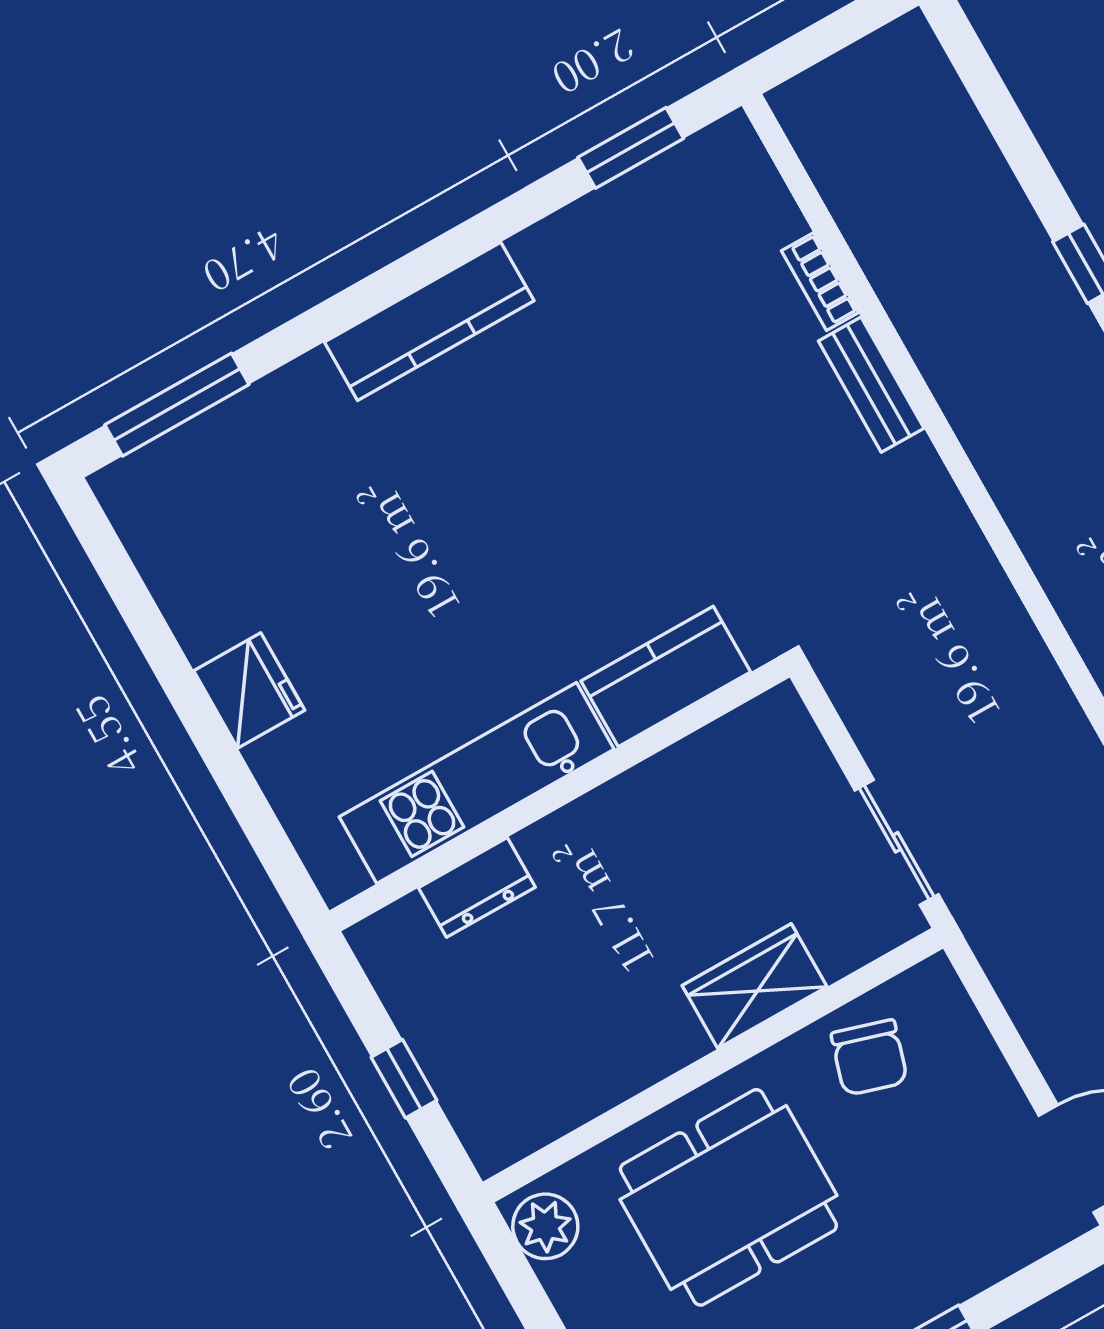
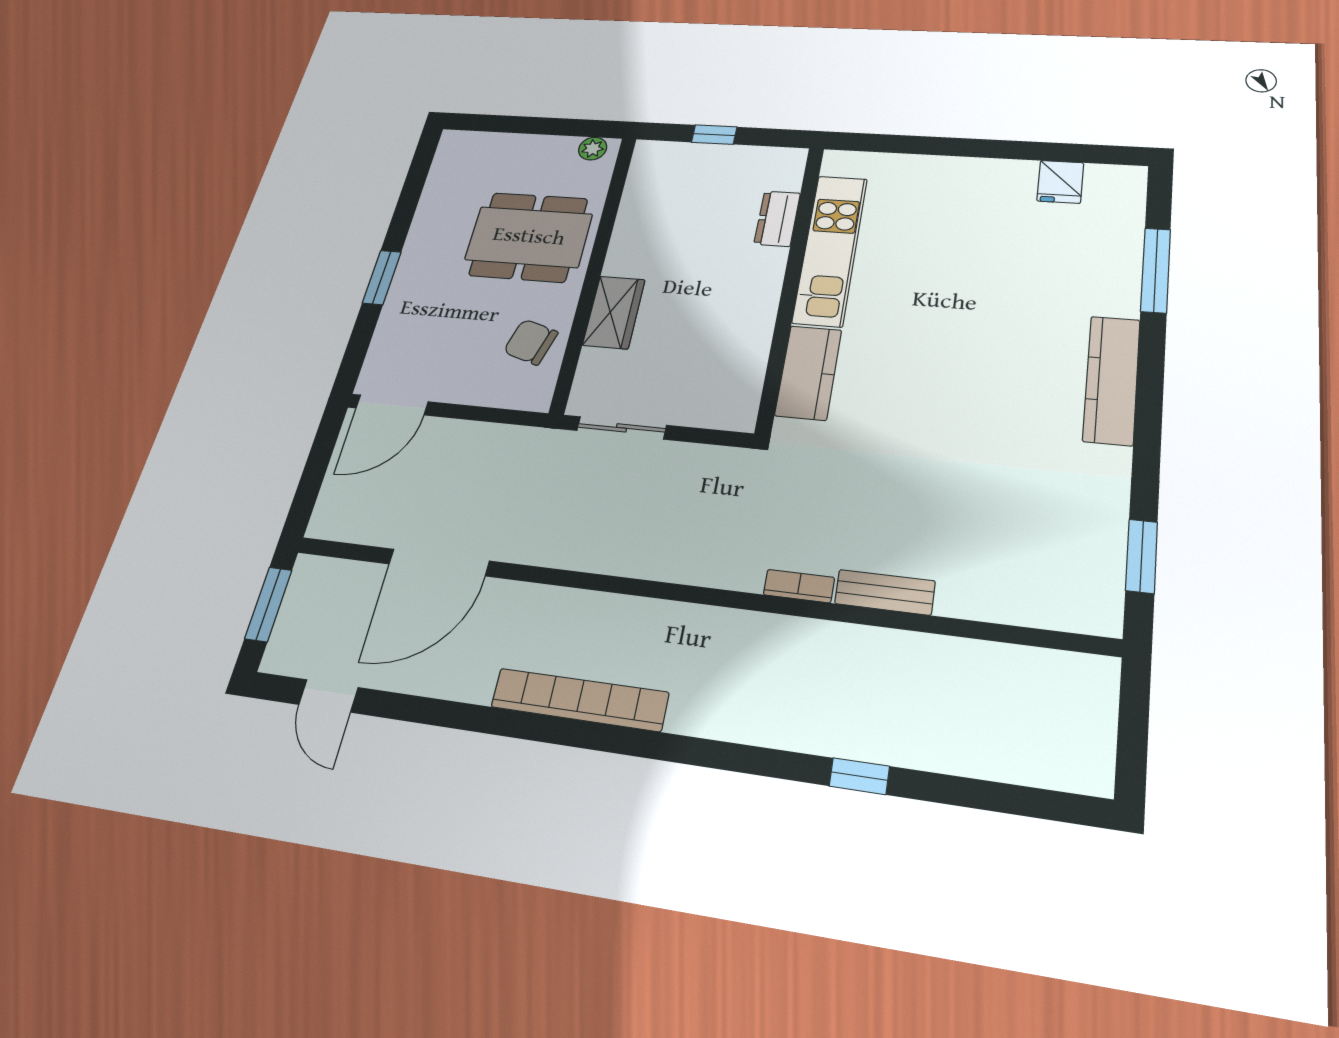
bookcase: (820, 282) -> (799, 586), moved
window: (177, 405) -> (1156, 270), moved
fridge: (249, 691) -> (1060, 182), moved, width x0.72
dining table: (728, 1197) -> (529, 237), turned 90
plant: (545, 1226) -> (593, 149), width x0.73, depth x0.73

